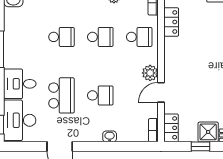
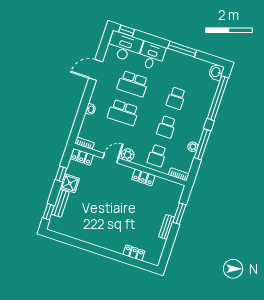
locker: (171, 22) -> (143, 177), moved
door: (161, 92) -> (111, 158), hinge flipped
school desk: (100, 95) -> (123, 113), width x1.85

